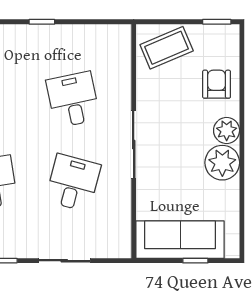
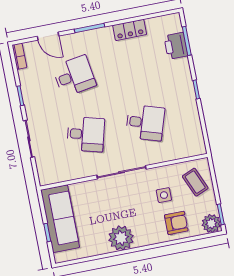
coffee table: (167, 48) -> (195, 182), width x0.73, depth x0.77
side table: (176, 93) -> (164, 195), added
desk: (73, 100) -> (145, 123), turned 30
plant: (227, 130) -> (211, 223), moved

